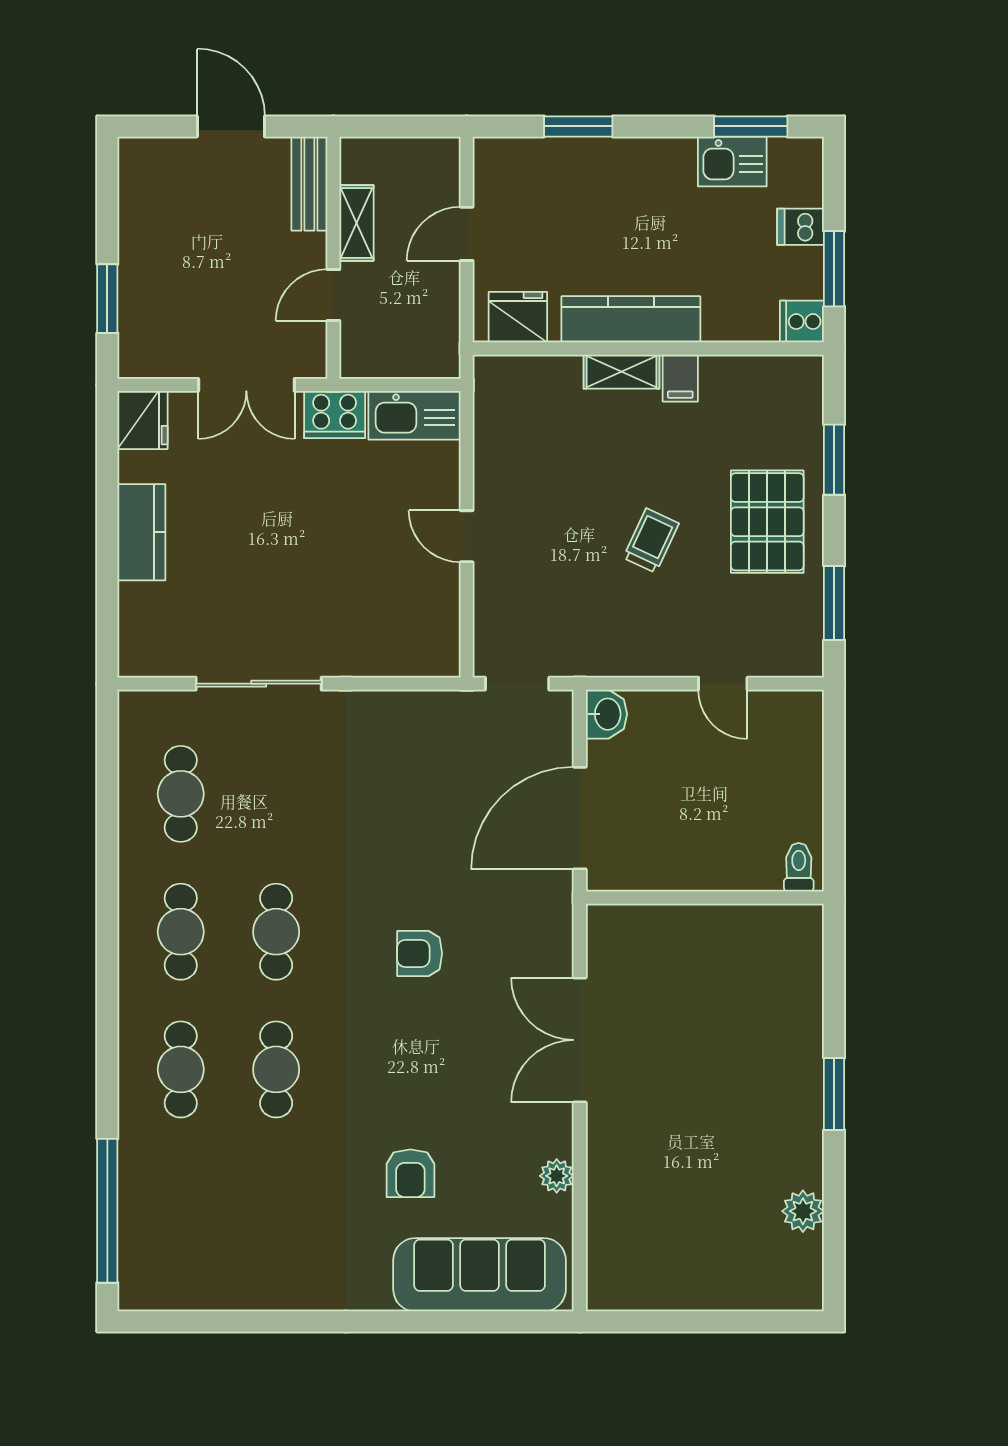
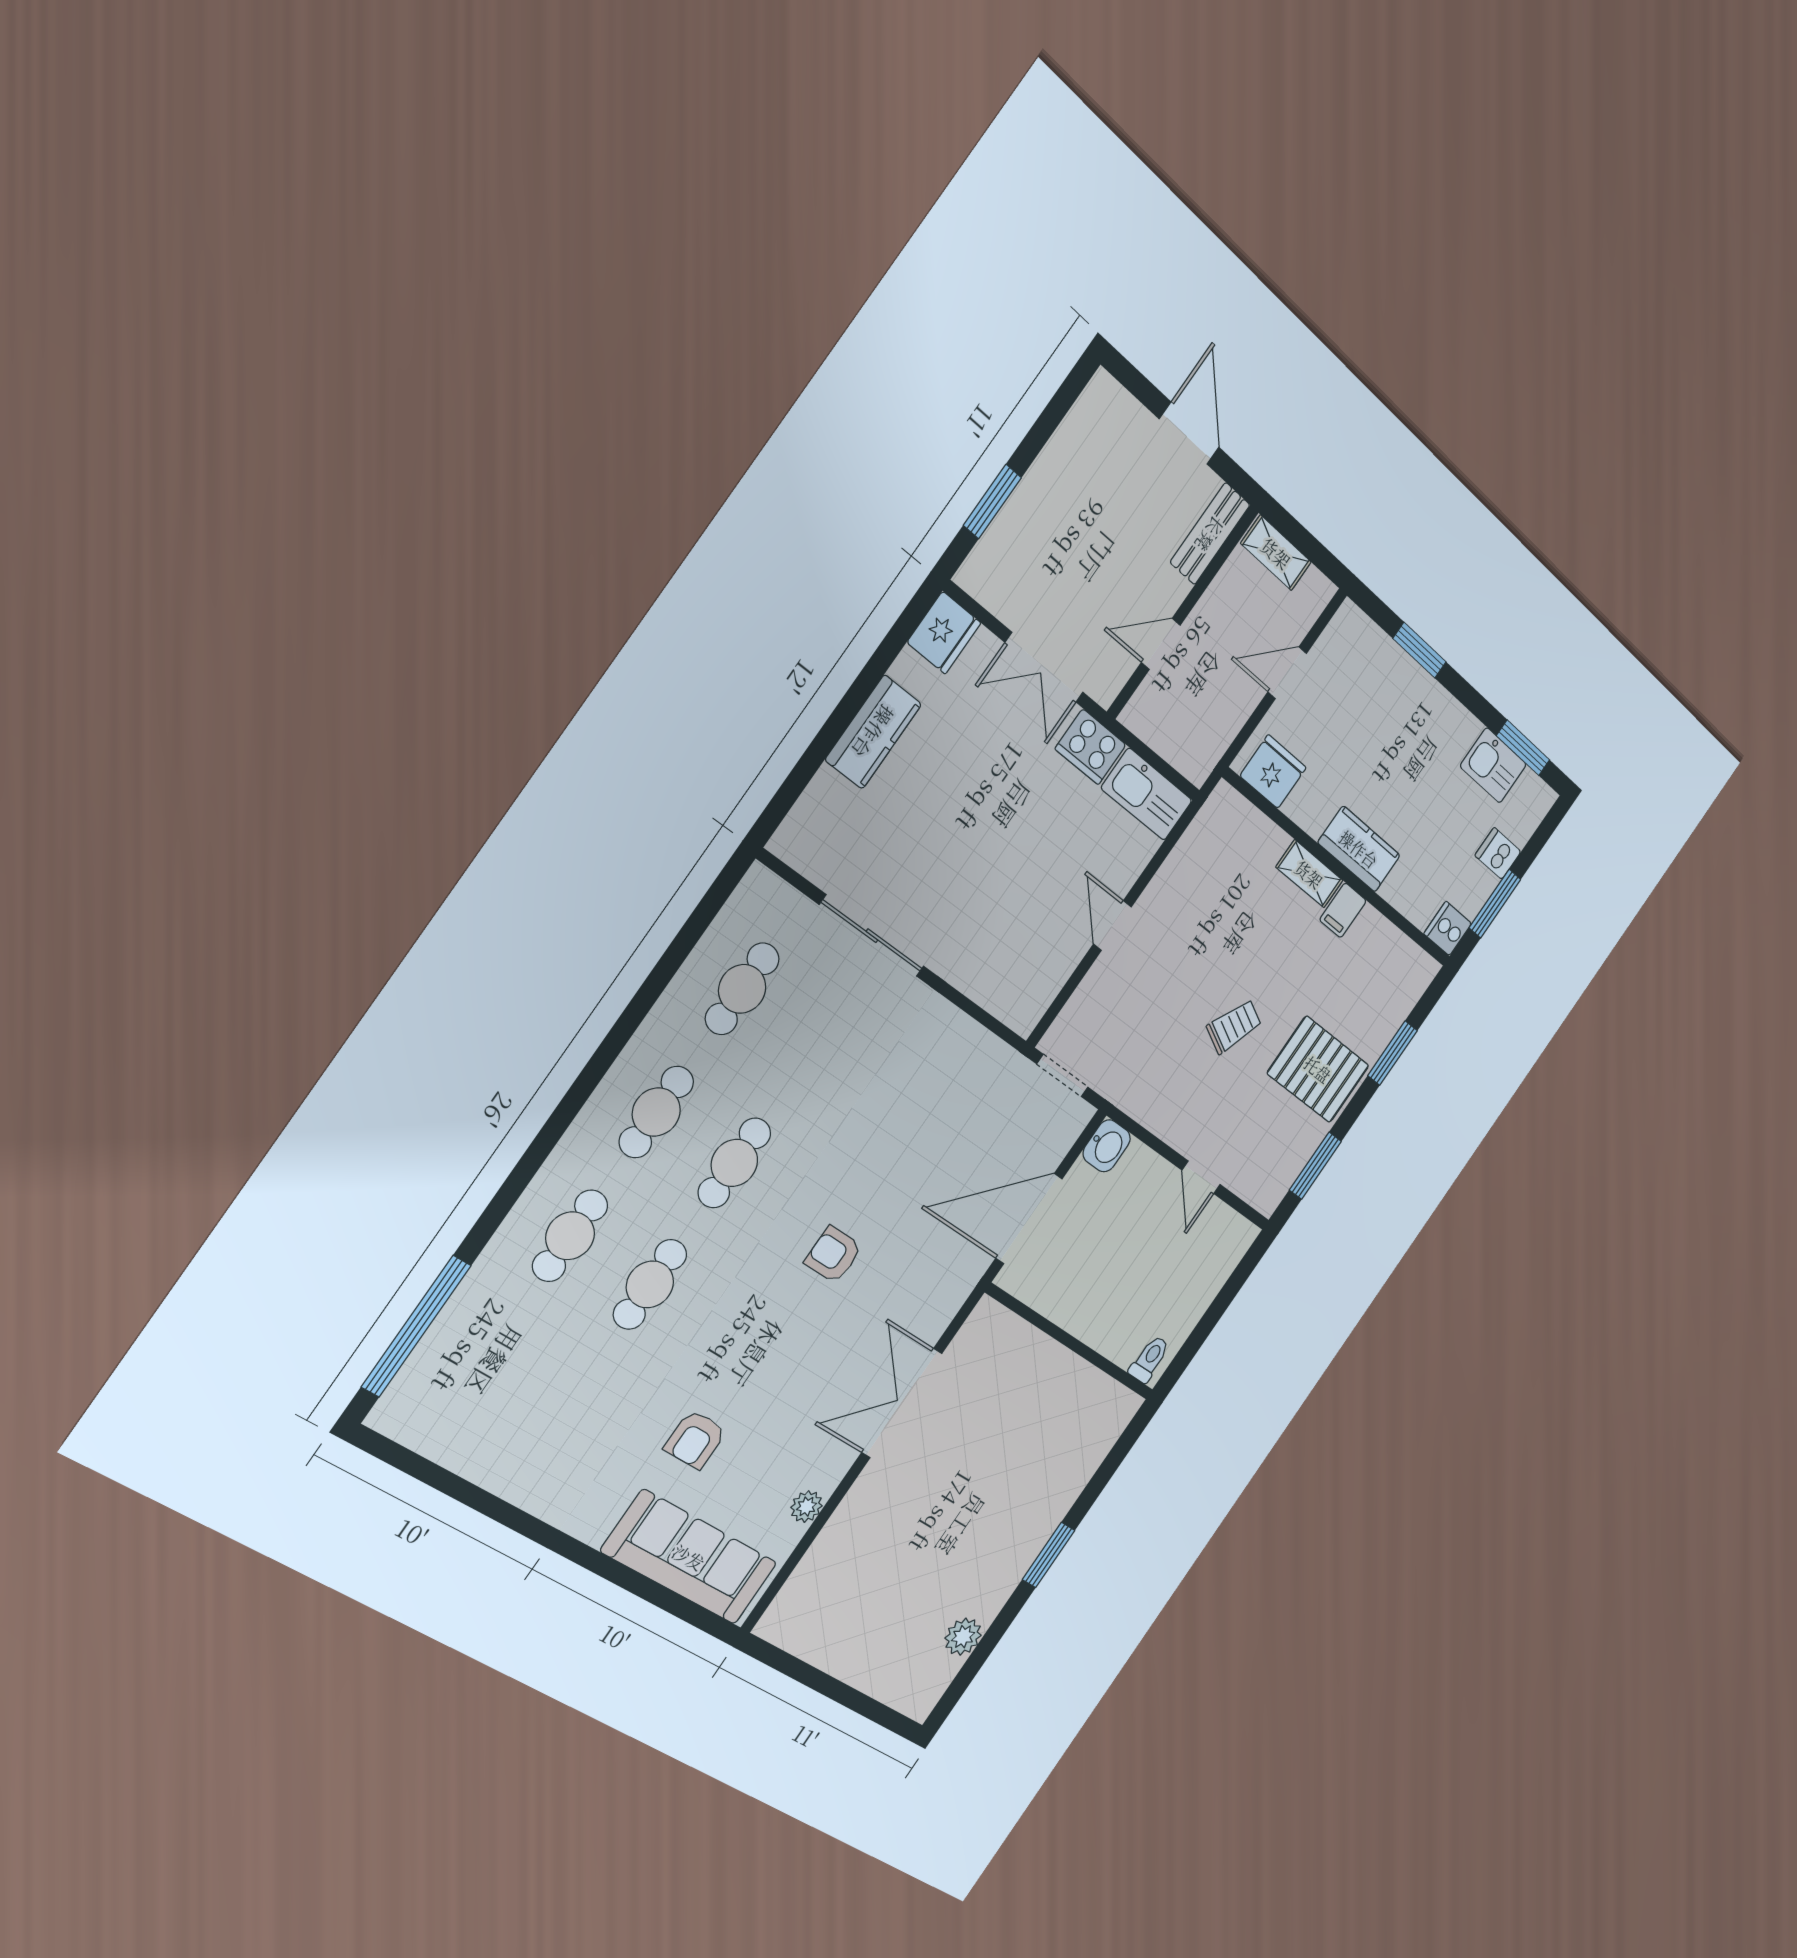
shelving: (357, 223) -> (1276, 553), moved, turned 90
kitchen counter: (631, 319) -> (1359, 849), width x0.67
pallet: (767, 522) -> (1318, 1069), turned 90

